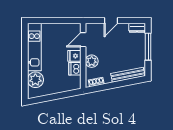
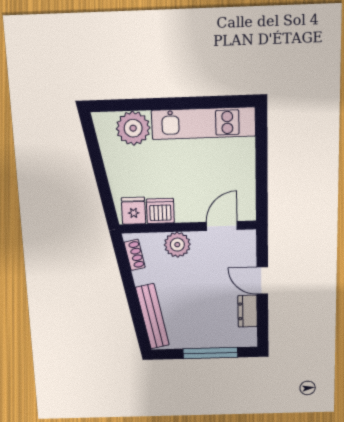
dresser: (137, 28) -> (248, 311), moved
door: (83, 40) -> (222, 226), hinge flipped
fridge: (74, 56) -> (133, 211), moved

